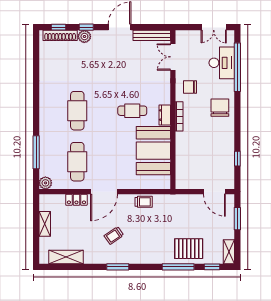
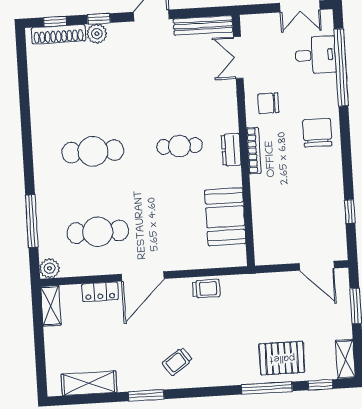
desk: (222, 63) -> (316, 55), width x0.73
cafe table: (77, 111) -> (93, 151), turned 90
booth: (153, 151) -> (225, 217), width x0.73, depth x0.70
cafe table: (77, 162) -> (98, 232), turned 90
shelving: (45, 224) -> (51, 306), moved
trolley: (114, 235) -> (177, 361), moved
window: (118, 267) -> (146, 395), moved

